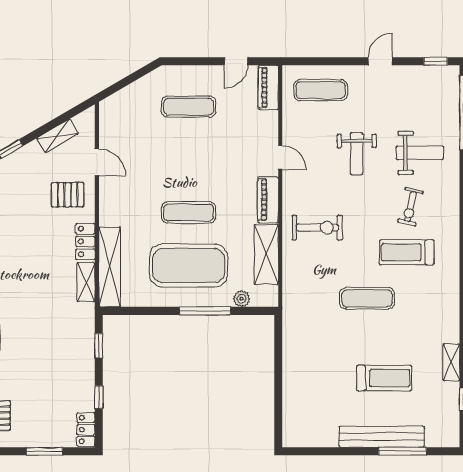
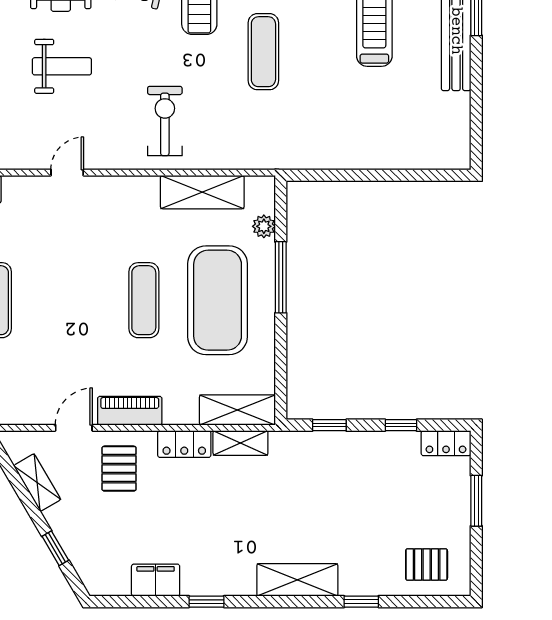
piano: (268, 200) -> (130, 411), moved, turned 180
shelving: (110, 267) -> (237, 410), width x0.68

